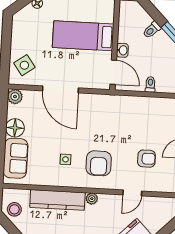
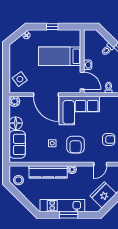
corner sofa: (107, 115) -> (79, 110), added

